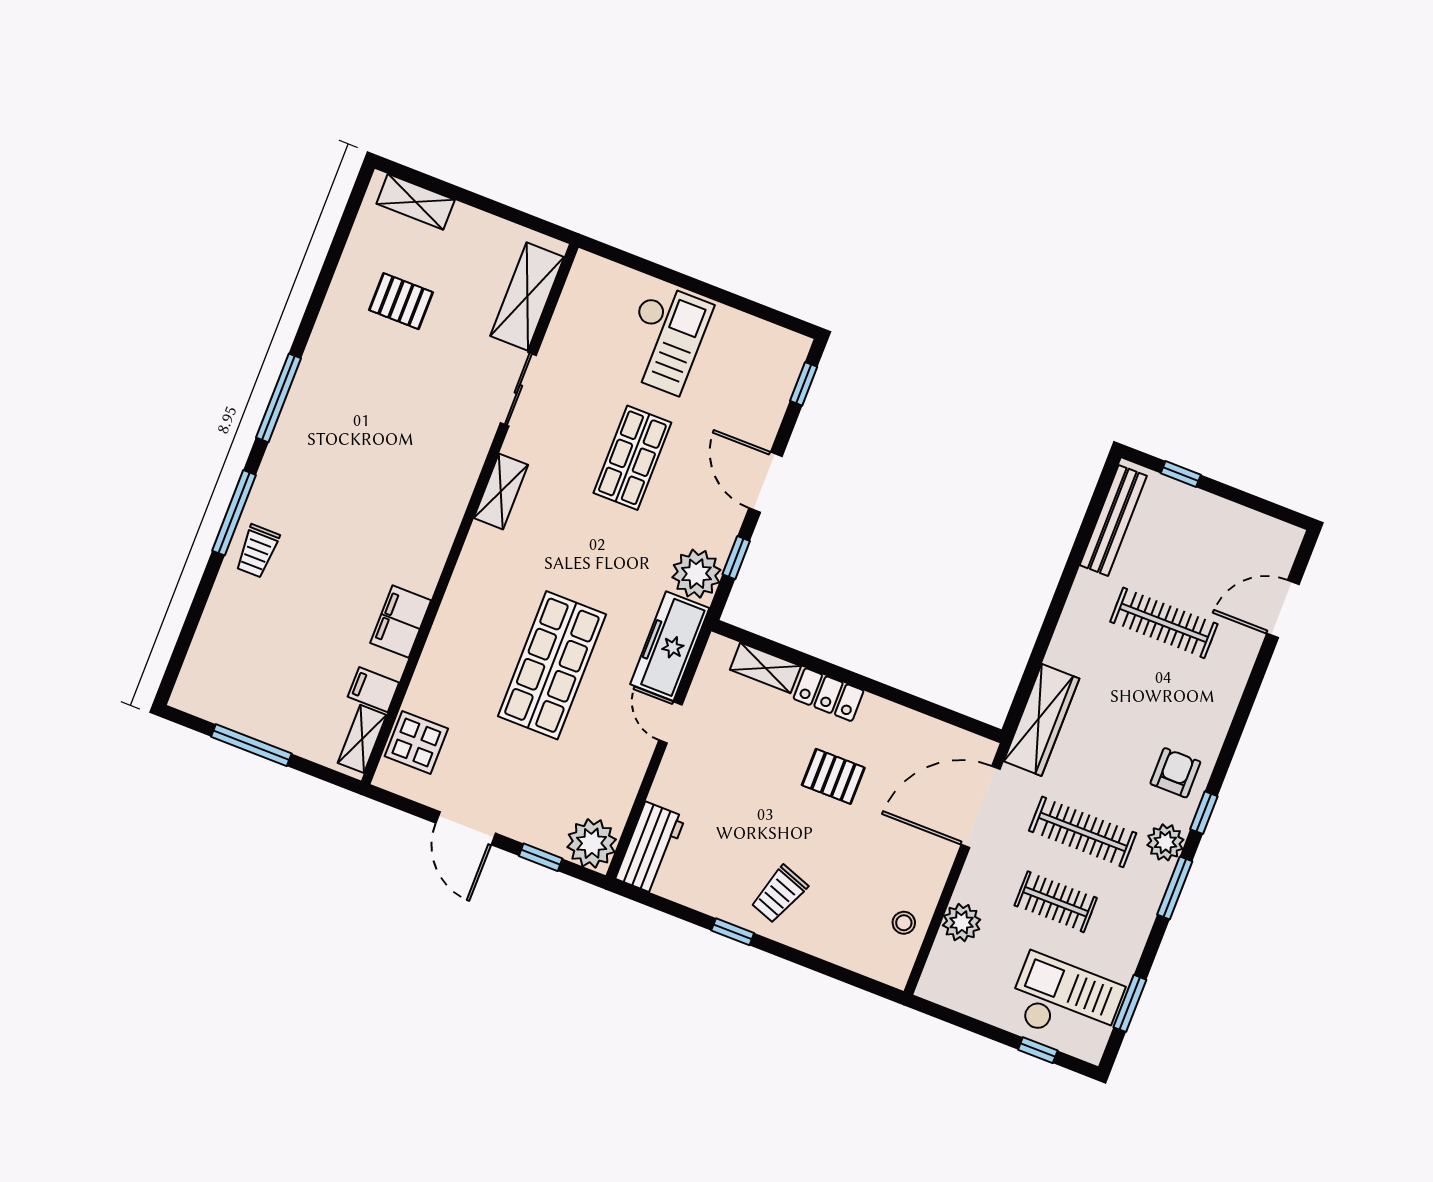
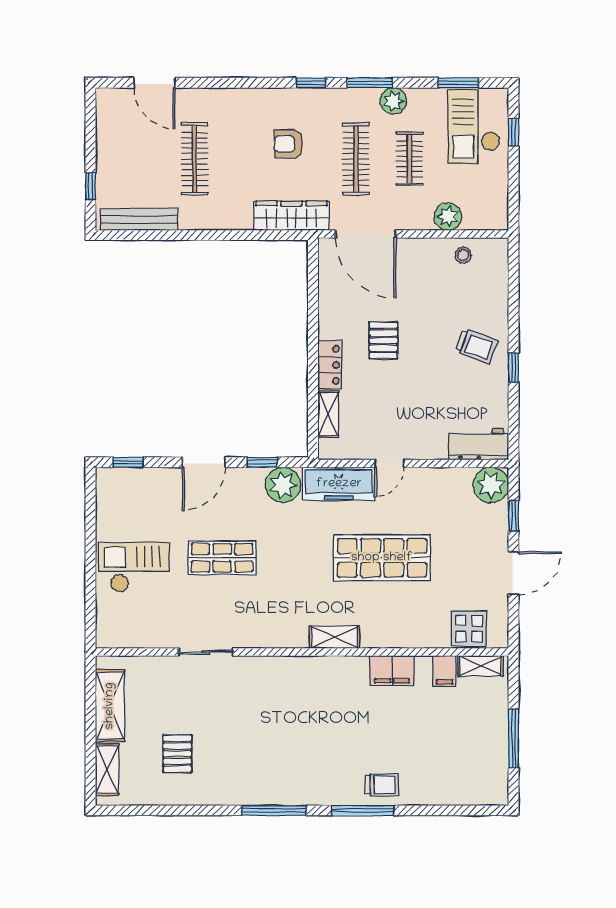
shelving: (527, 297) -> (110, 706), moved, turned 90
shelving: (501, 491) -> (334, 637), moved
armchair: (1175, 773) -> (288, 144), moved
plant: (1165, 842) -> (393, 101), moved

